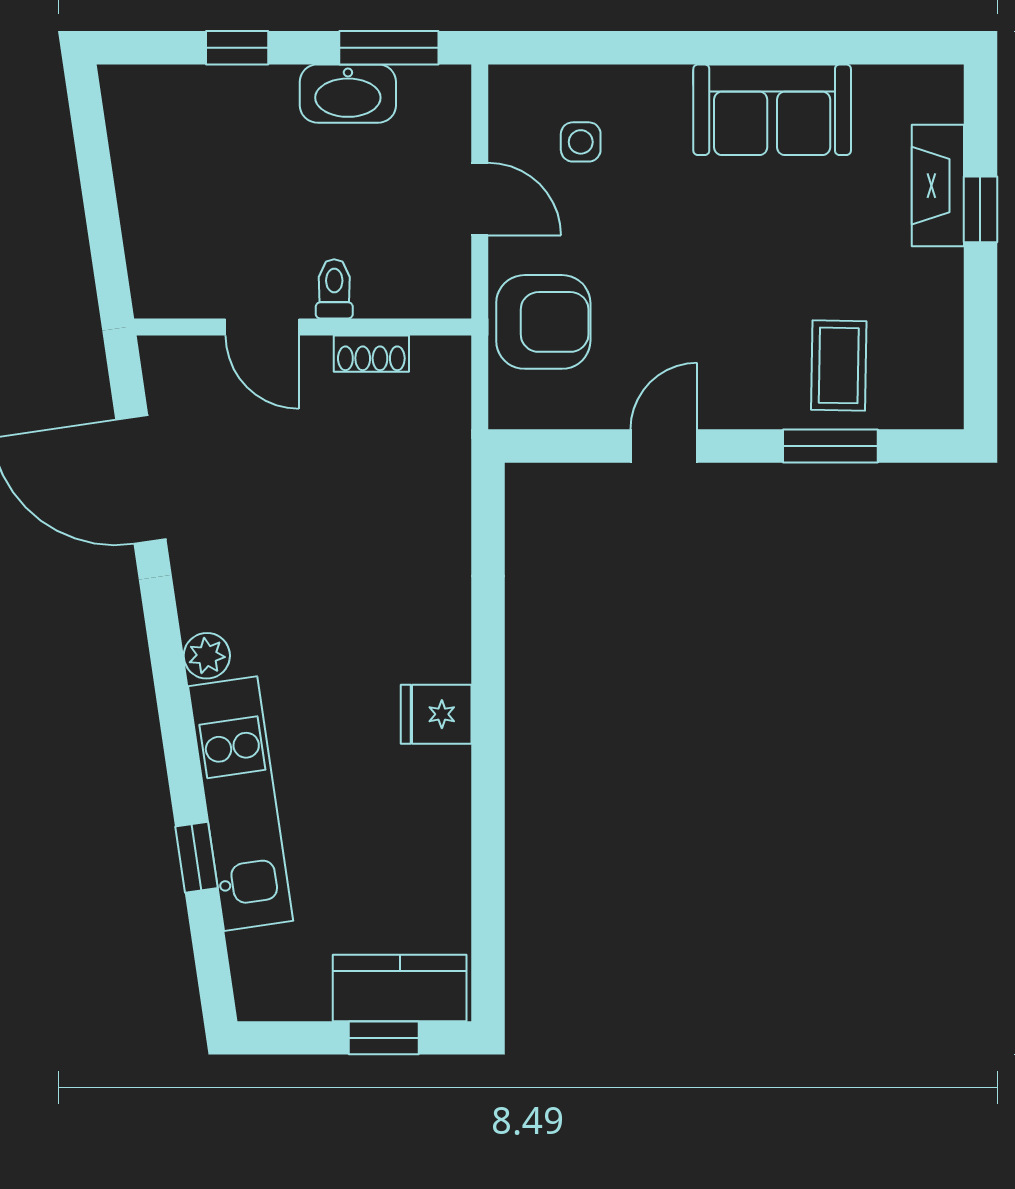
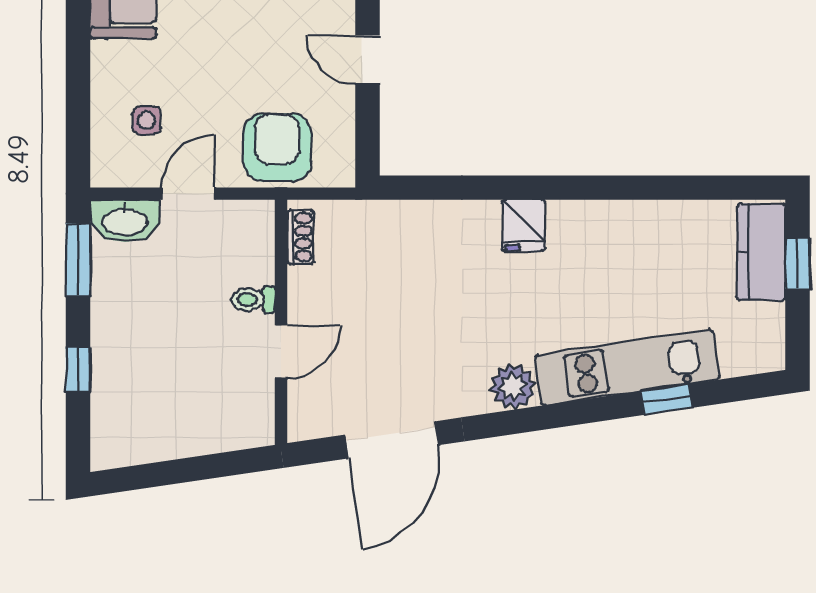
washbasin: (348, 94) -> (125, 221), moved, turned 90
shoe rack: (371, 354) -> (300, 237), moved
plant: (207, 656) -> (513, 387), width x1.38, depth x1.38
fridge: (436, 714) -> (524, 225), moved

